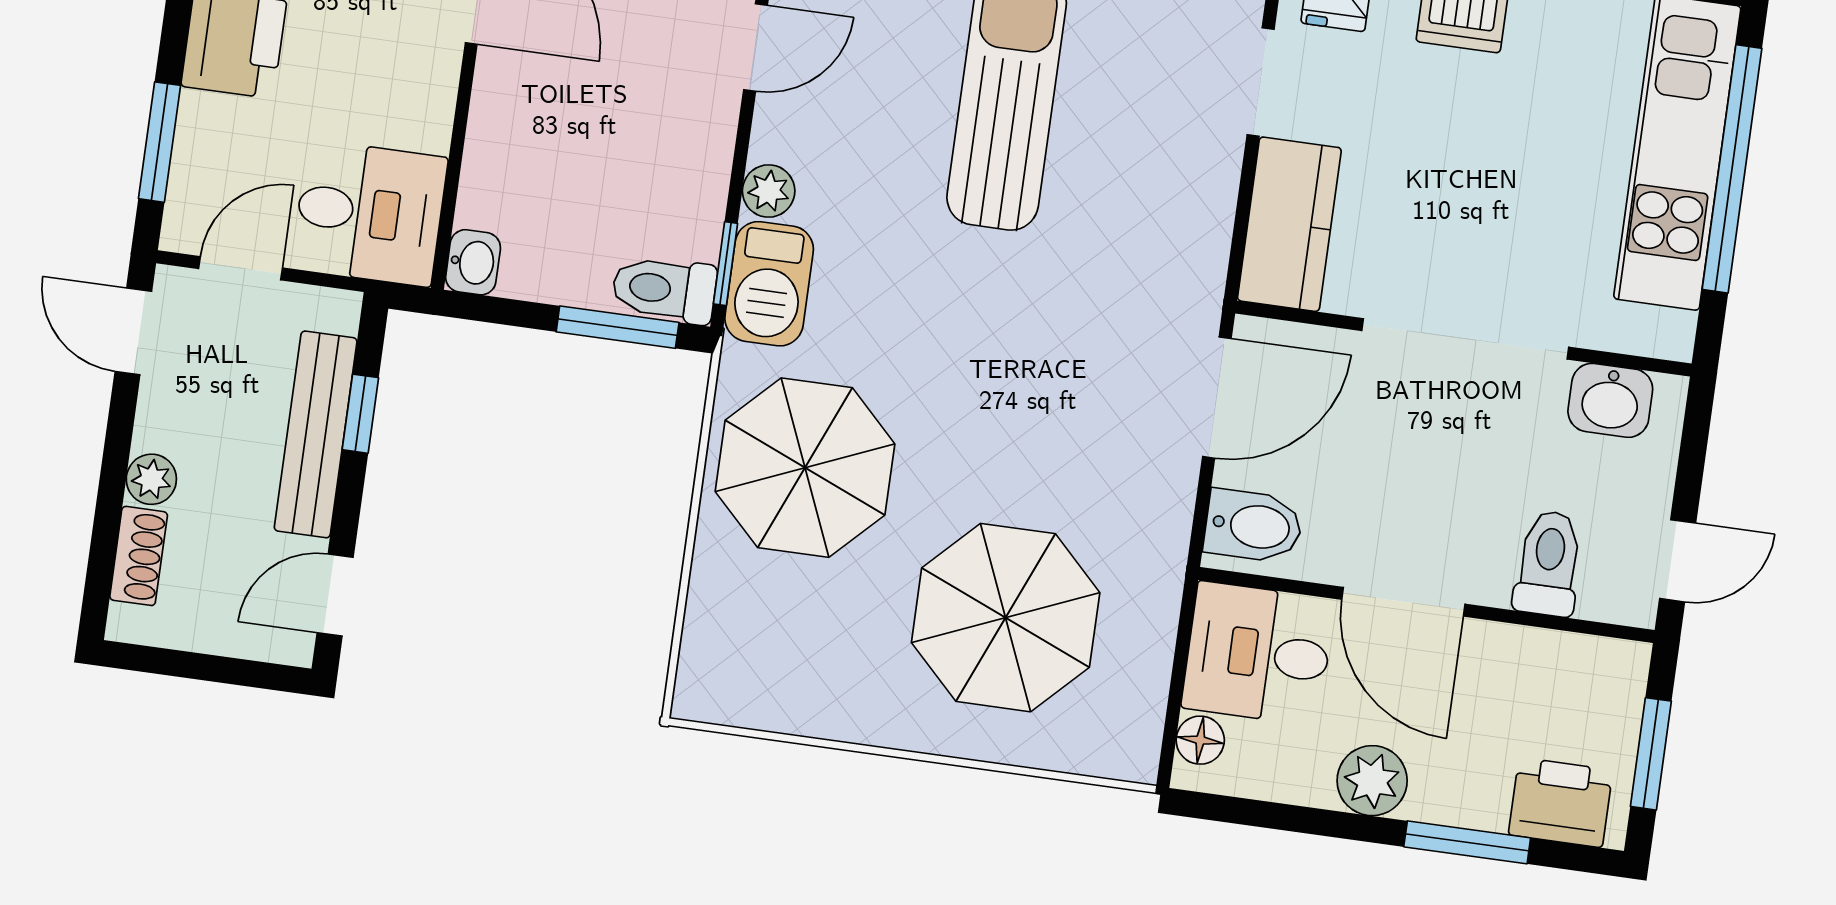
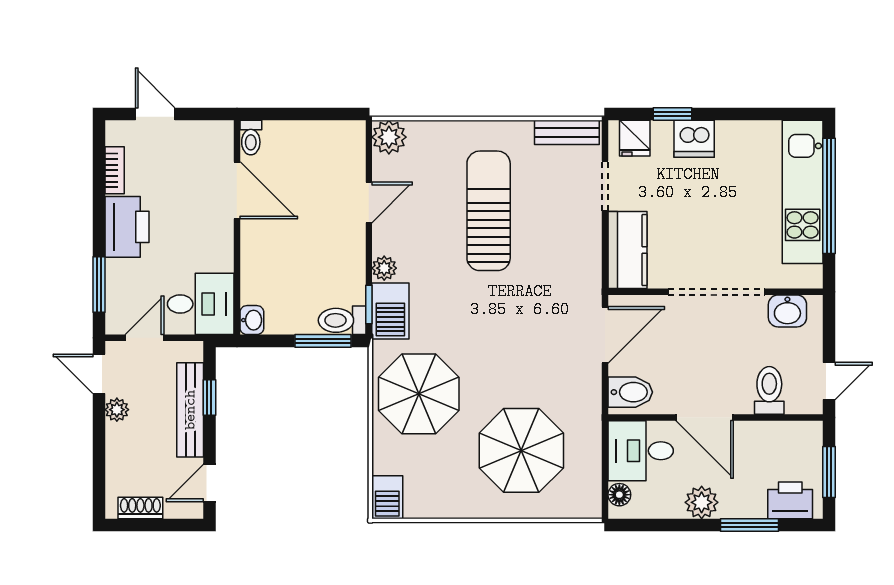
plant: (151, 479) -> (117, 410), moved
shoe rack: (139, 556) -> (140, 508), moved, turned -90
barbecue: (708, 677) -> (387, 497), added

